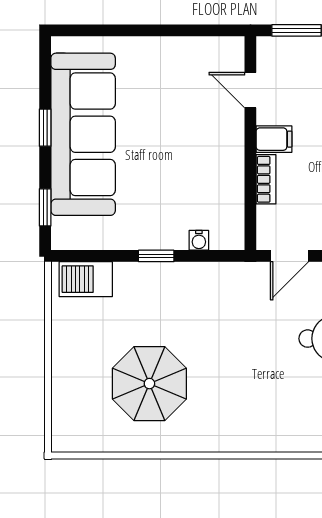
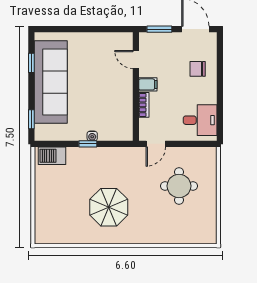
window: (45, 128) -> (31, 63), moved
water cooler: (199, 240) -> (92, 136), moved
parasol: (149, 384) -> (109, 207), moved

